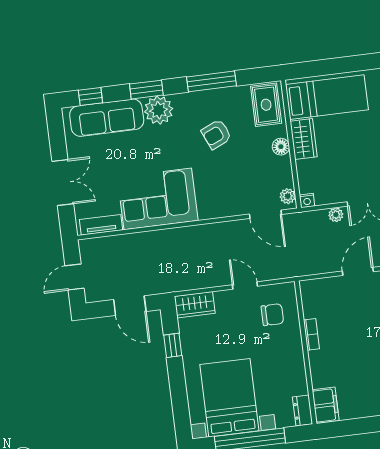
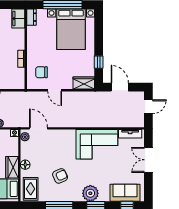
sofa: (107, 118) -> (125, 193), width x0.73

